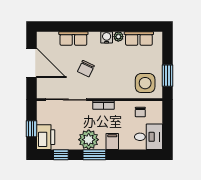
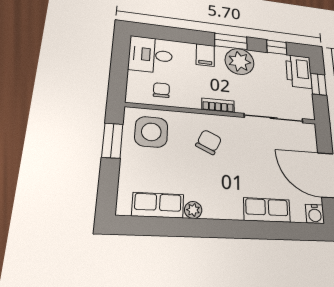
water cooler: (107, 37) -> (315, 214), moved
chair: (86, 69) -> (209, 142), moved

